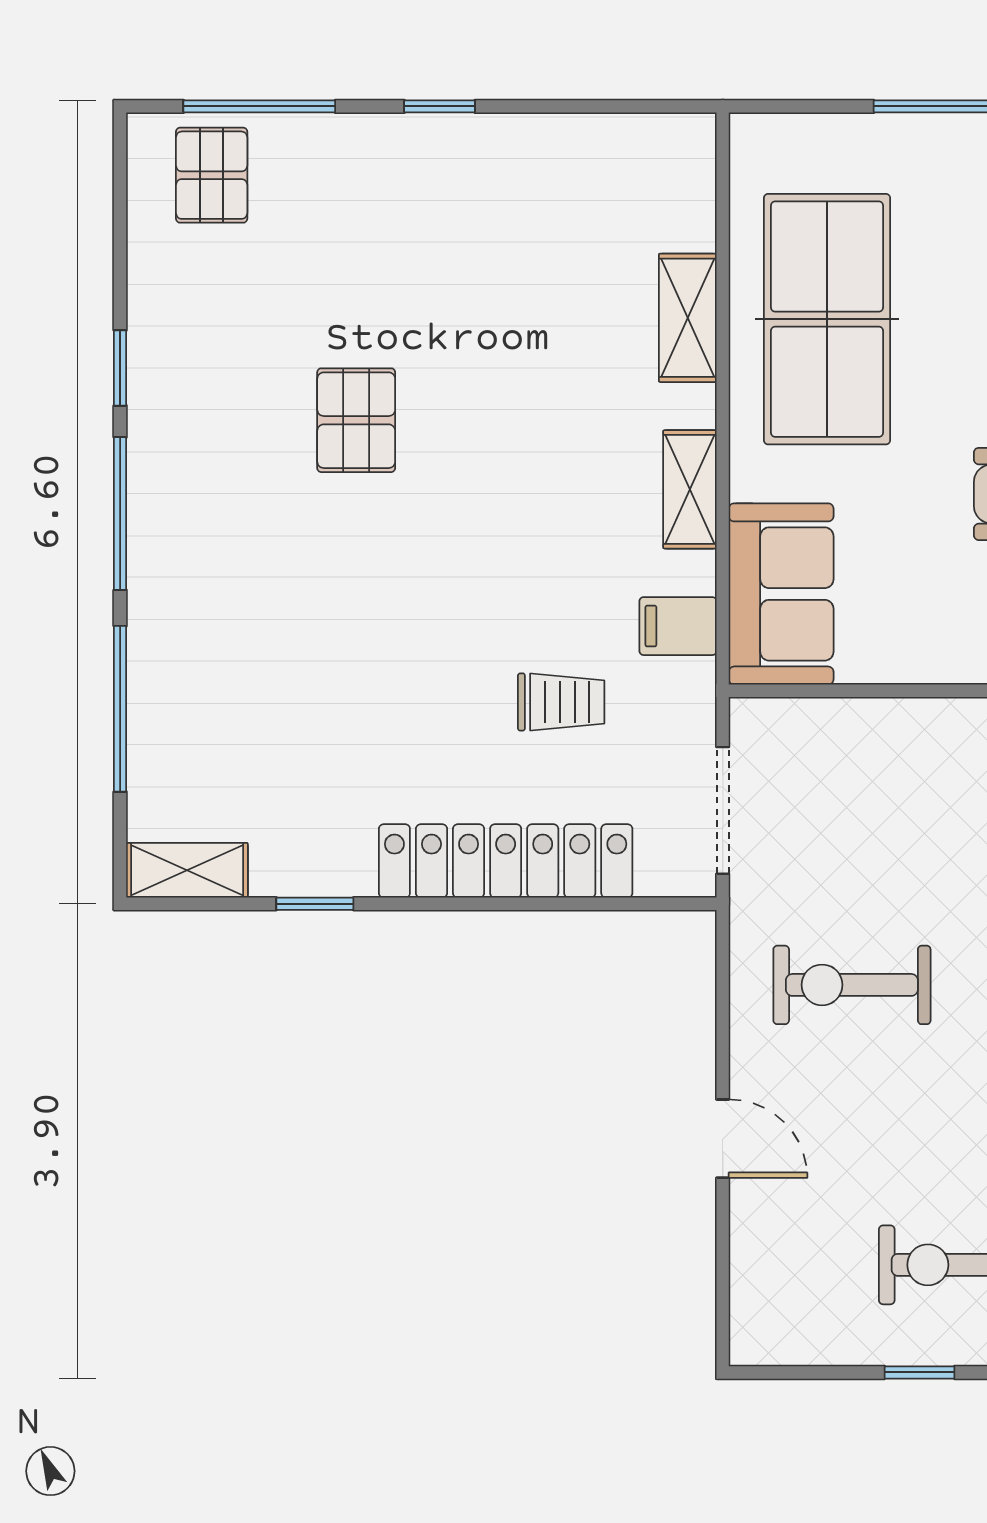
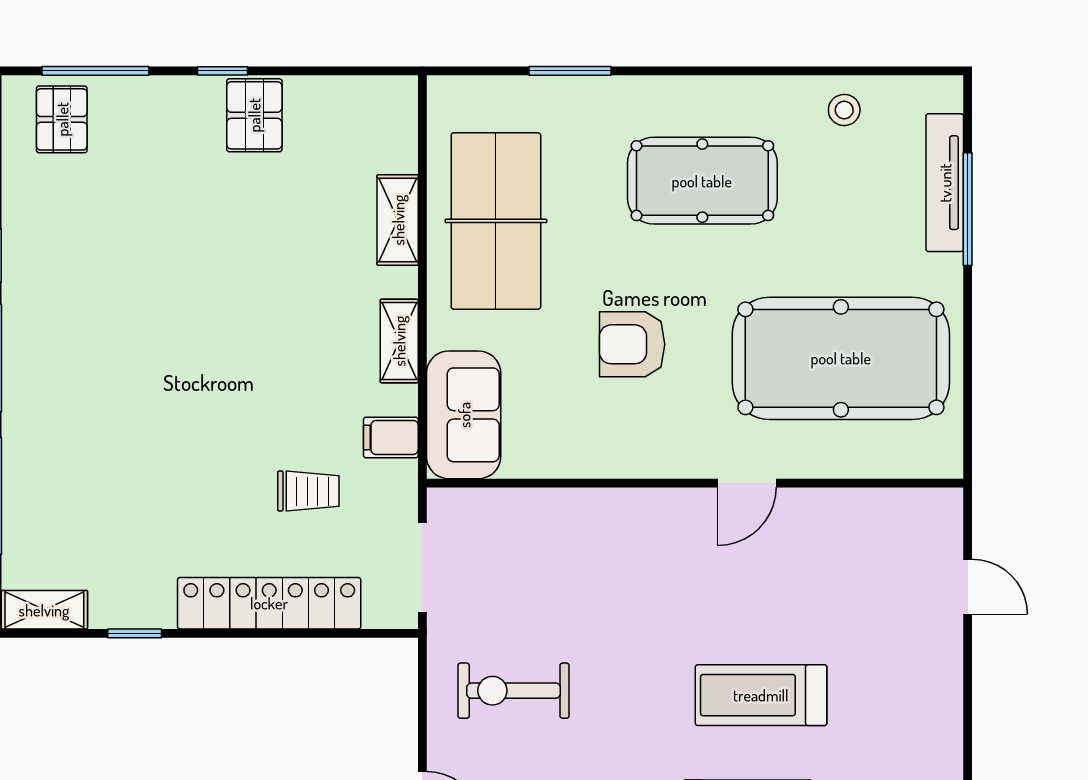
pallet: (356, 420) -> (254, 115), moved

